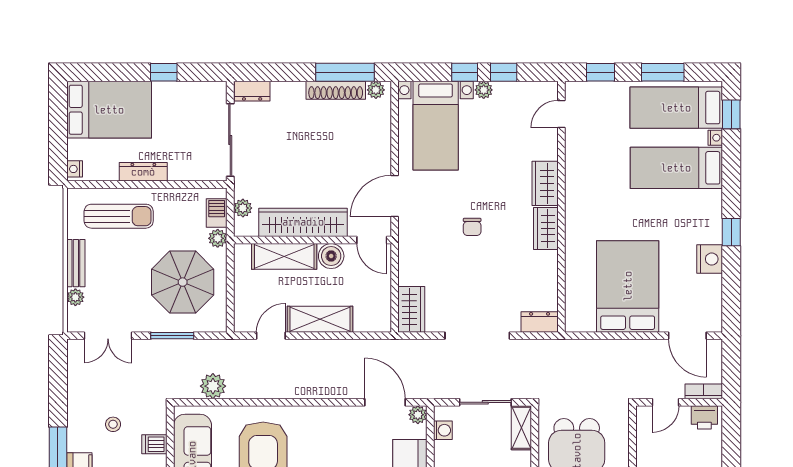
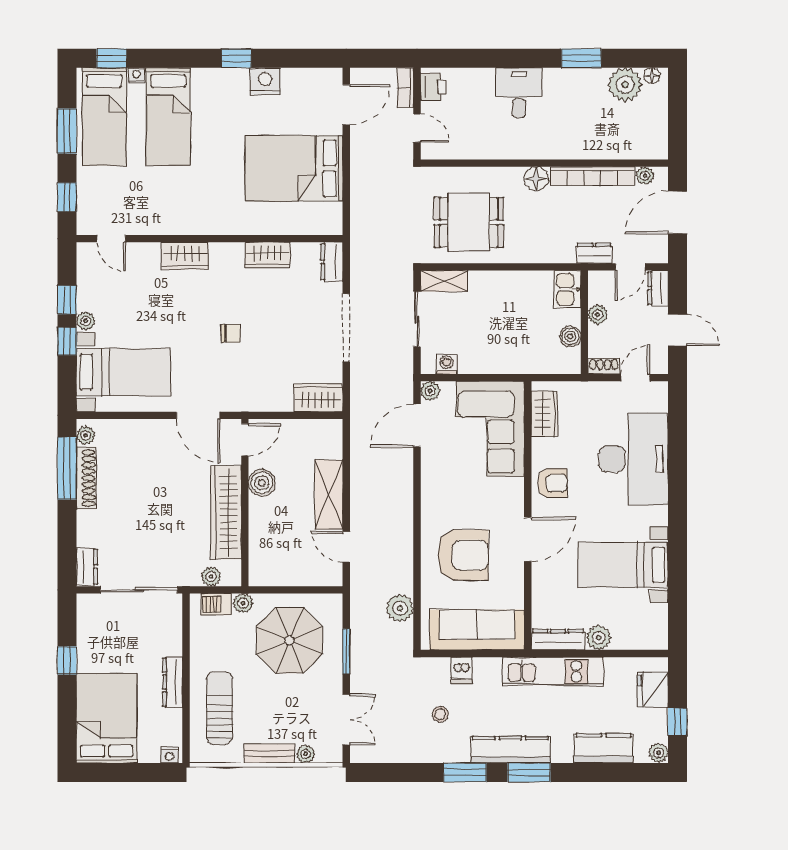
wardrobe: (546, 228) -> (268, 255), moved
shelving: (284, 256) -> (262, 533), removed

